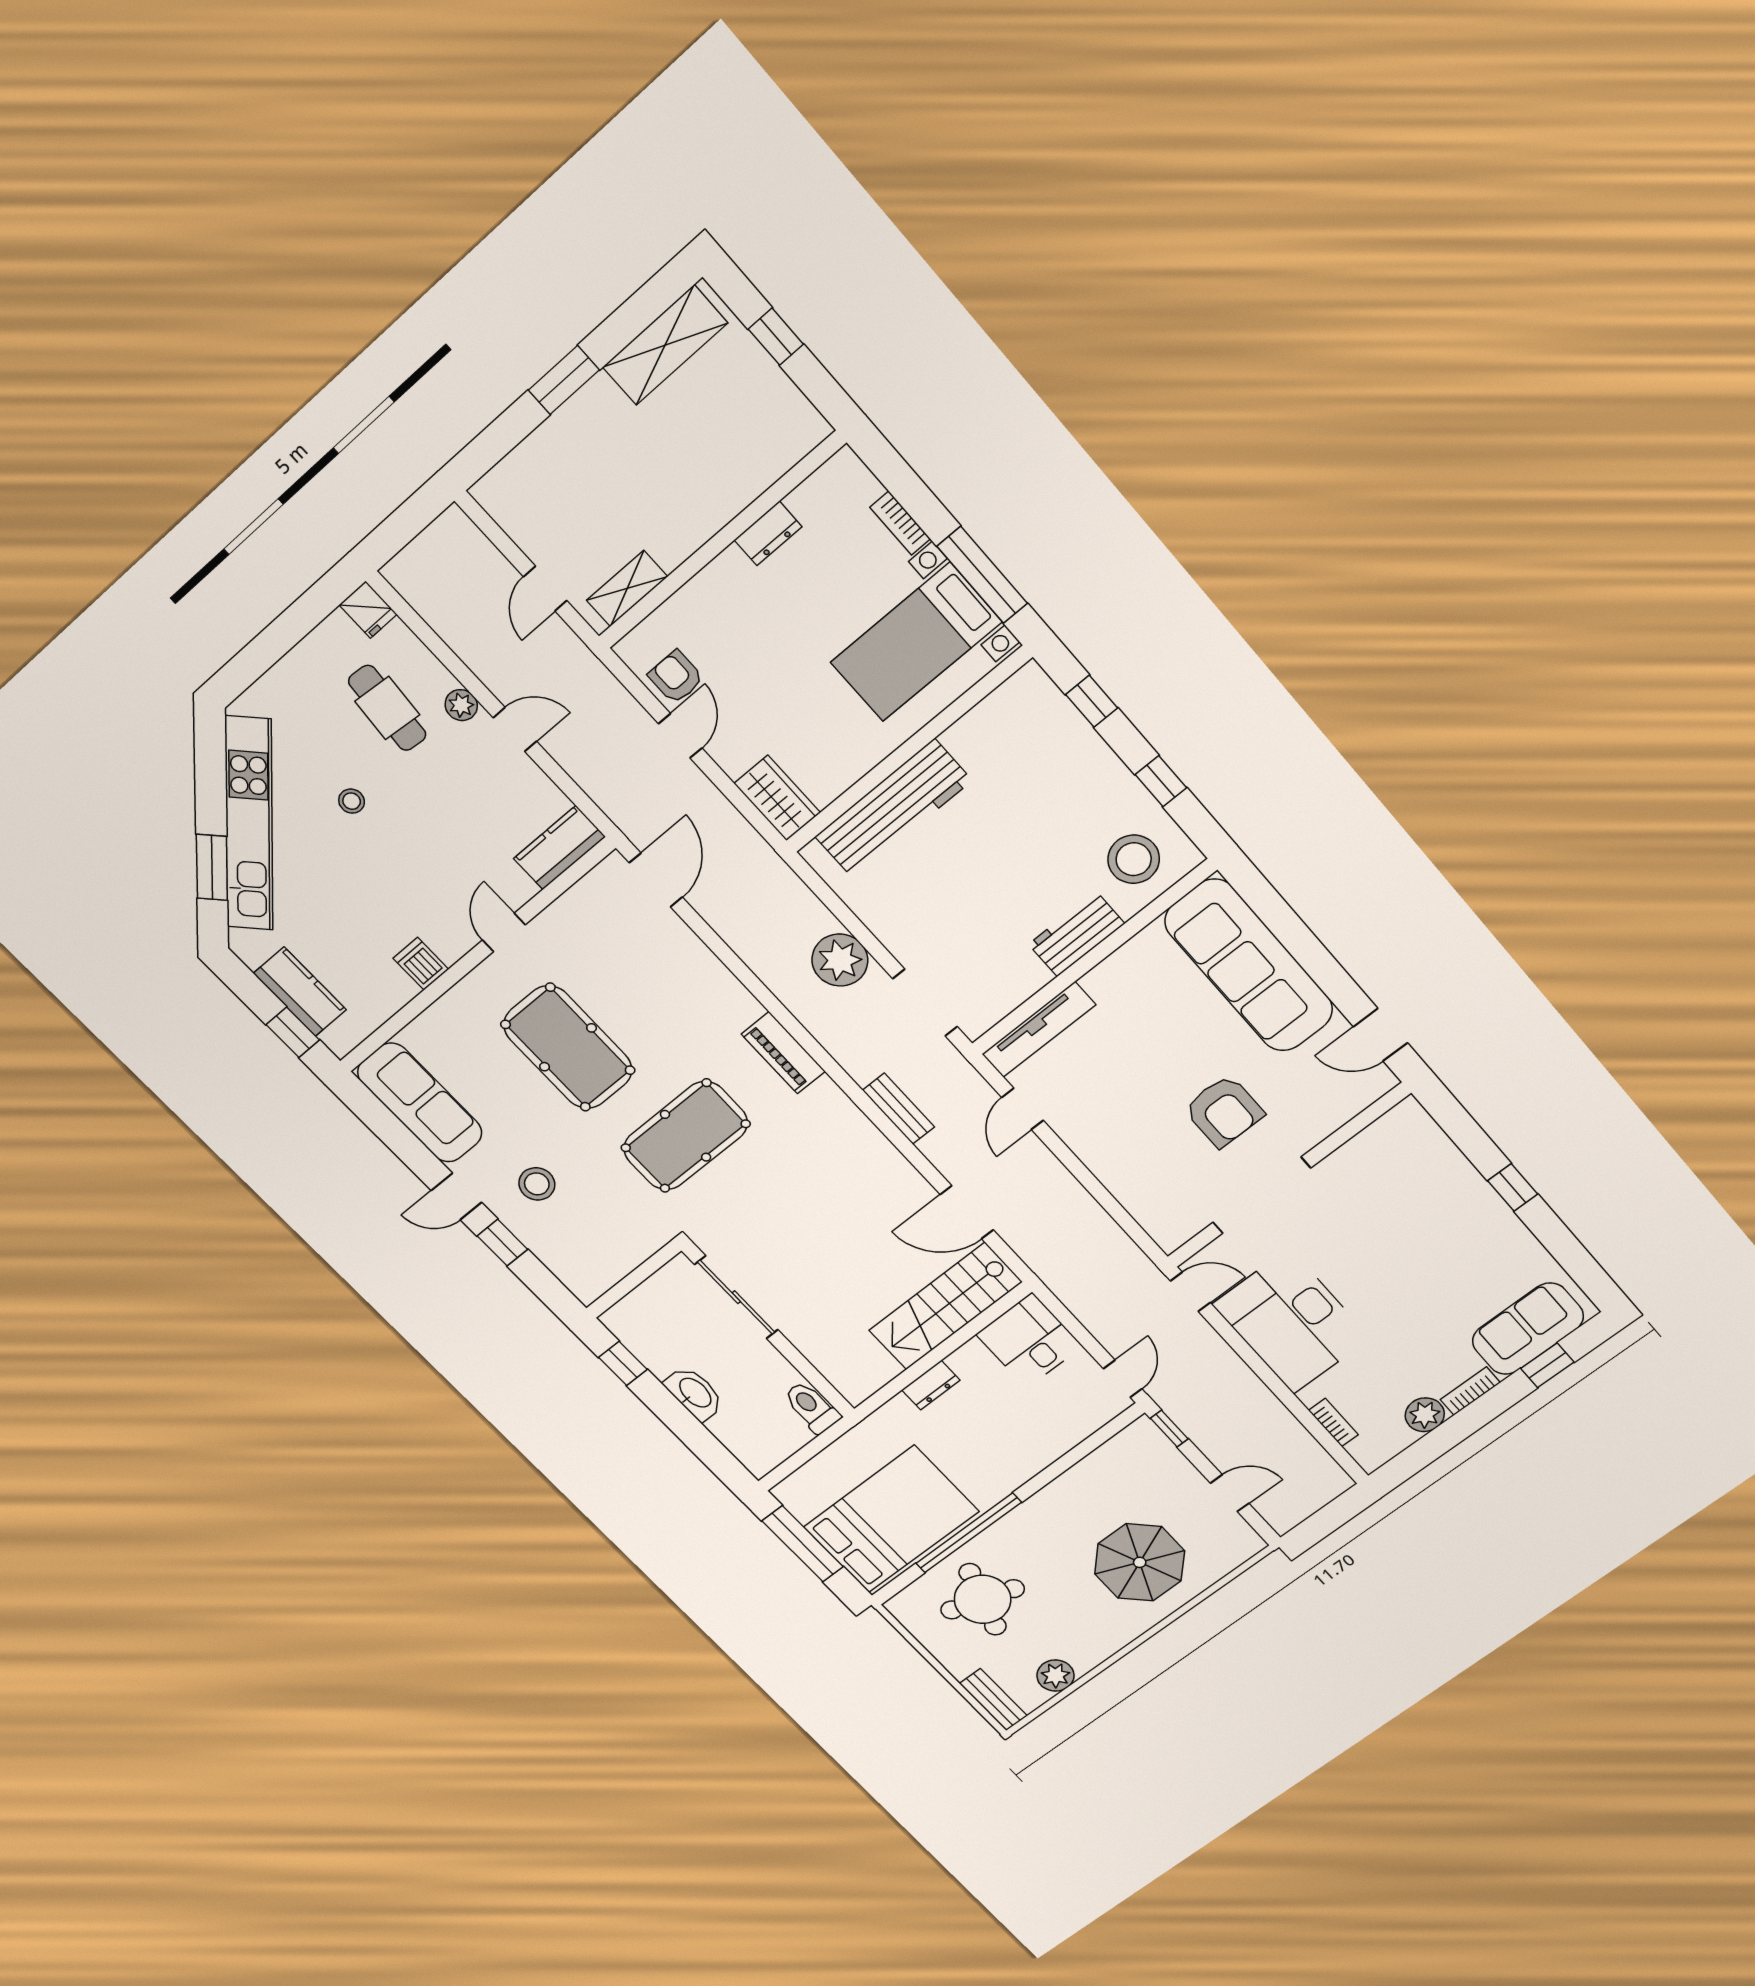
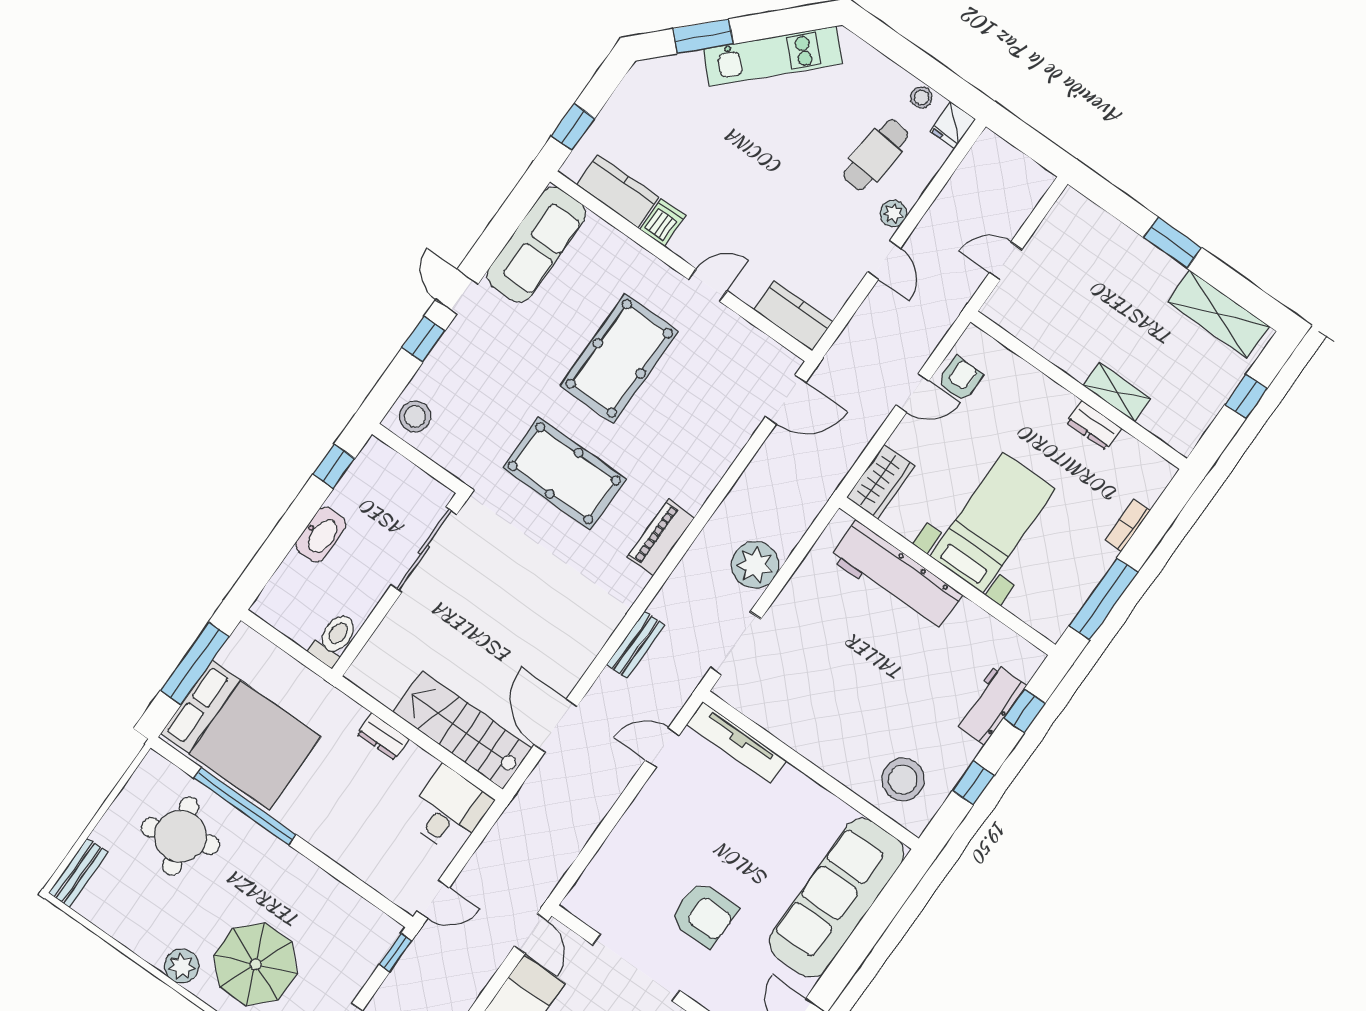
shelving: (627, 589) -> (1117, 392), moved
bed with nightstands: (916, 642) -> (993, 523), moved, turned 90
stool: (352, 801) -> (921, 97), moved
kitchen unit: (249, 824) -> (773, 56), width x0.73
workbench: (1077, 934) -> (990, 704), moved, turned -90
kitchen counter: (300, 992) -> (618, 191), moved, turned -90
armchair: (1224, 1111) -> (704, 914), turned -90
stool: (537, 1184) -> (415, 416), moved
round table: (983, 1599) -> (180, 836), turned -37
plant: (1055, 1676) -> (182, 966), moved

